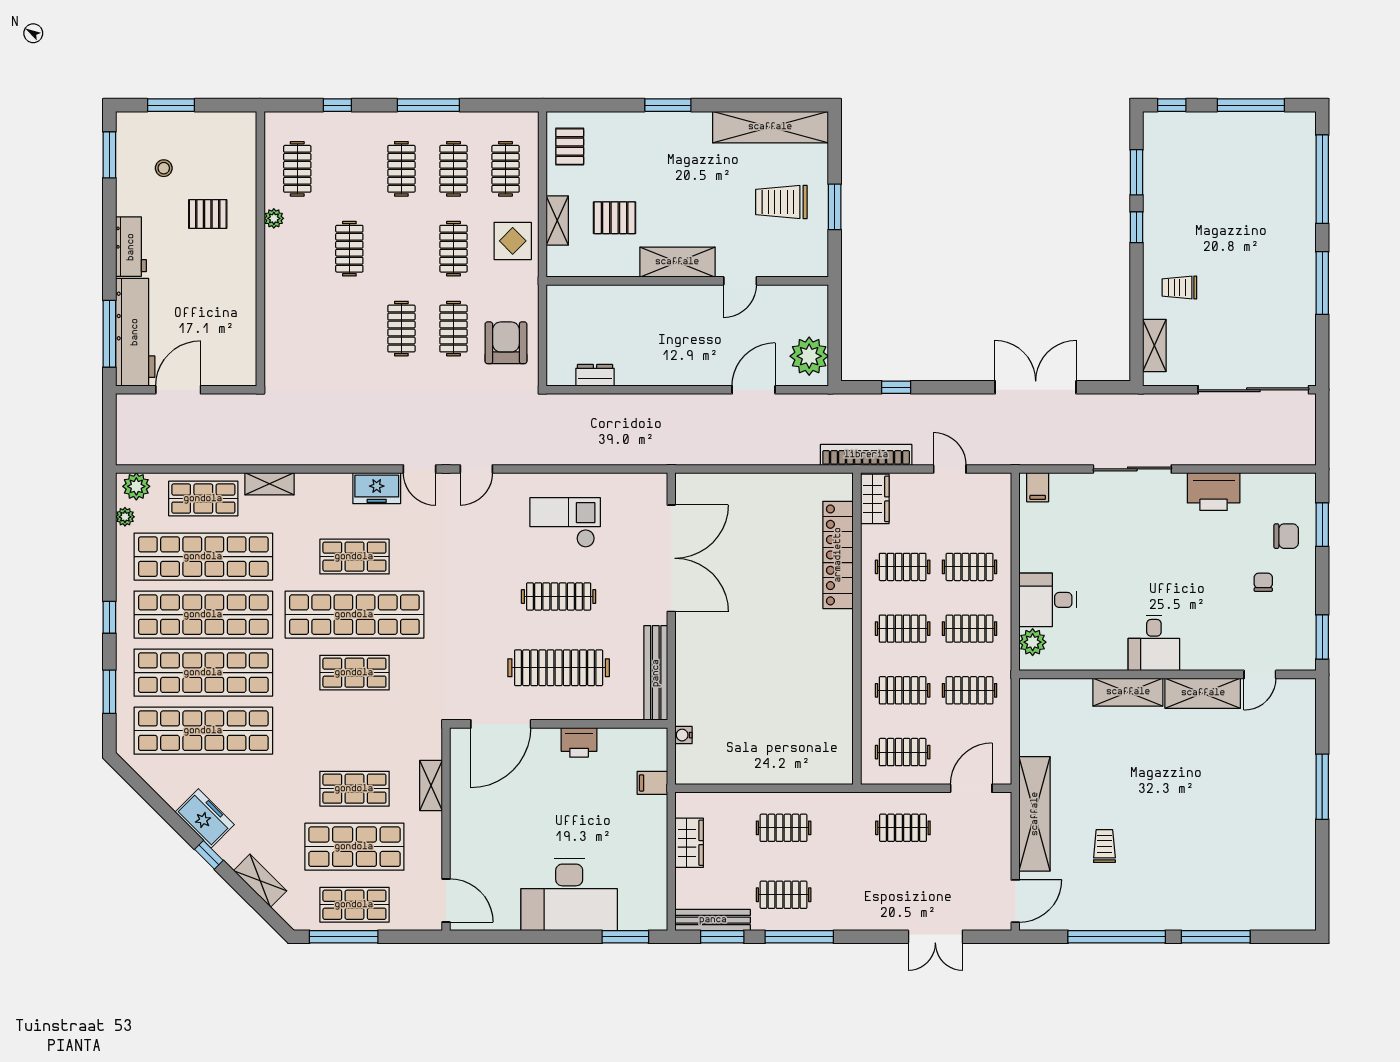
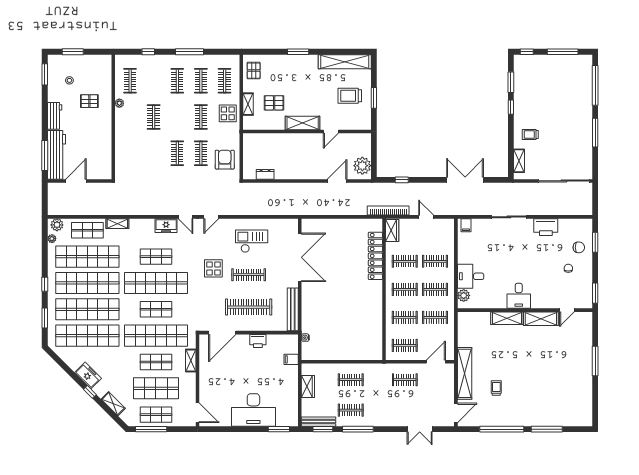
display table: (481, 583) -> (213, 268), added
shop shelf: (354, 731) -> (156, 336), added

